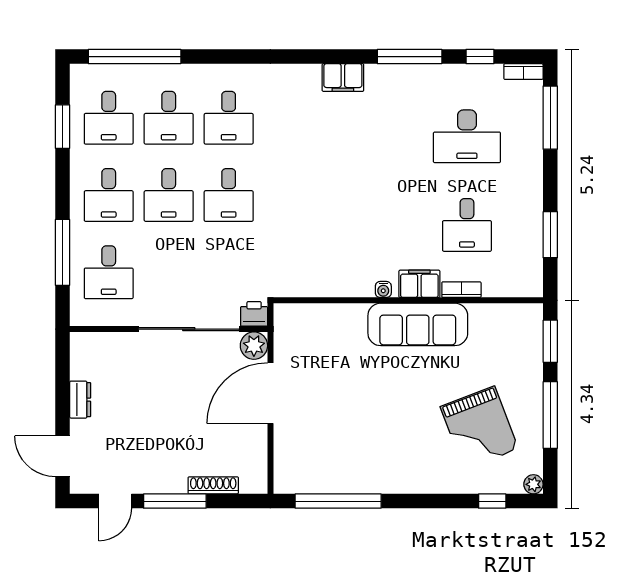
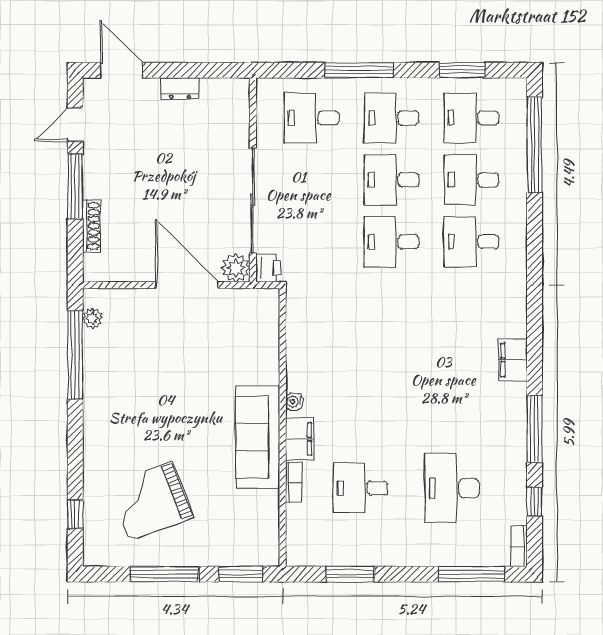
window: (63, 252) -> (359, 70), moved
door: (63, 456) -> (121, 70), hinge flipped
plant: (533, 484) -> (93, 318), moved
door: (115, 501) -> (75, 125), hinge flipped

